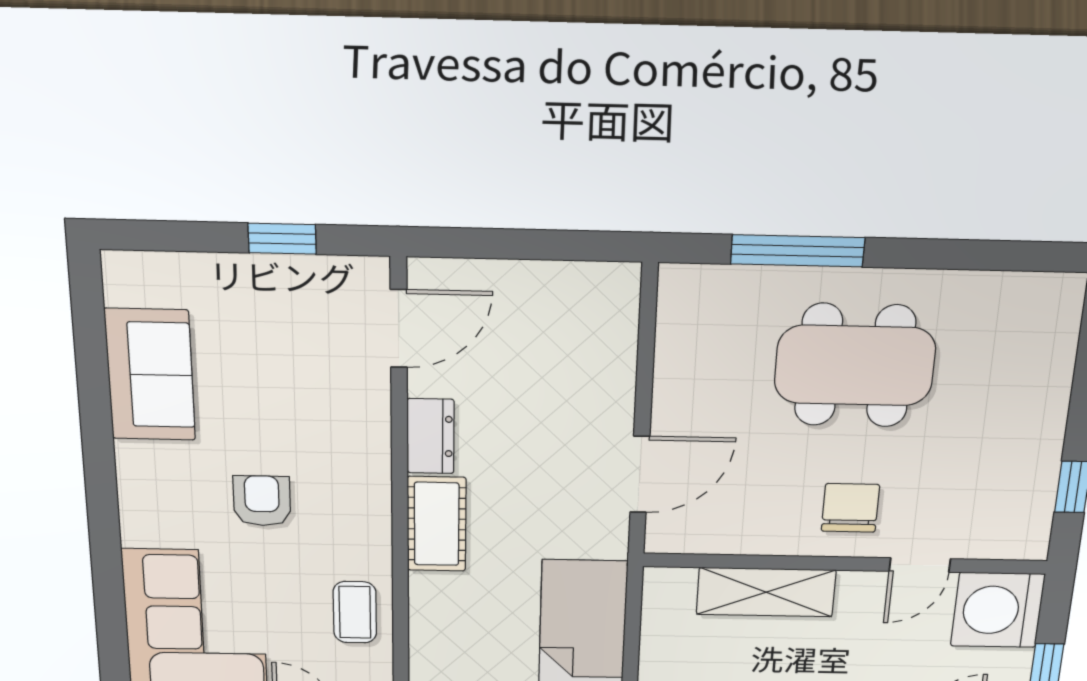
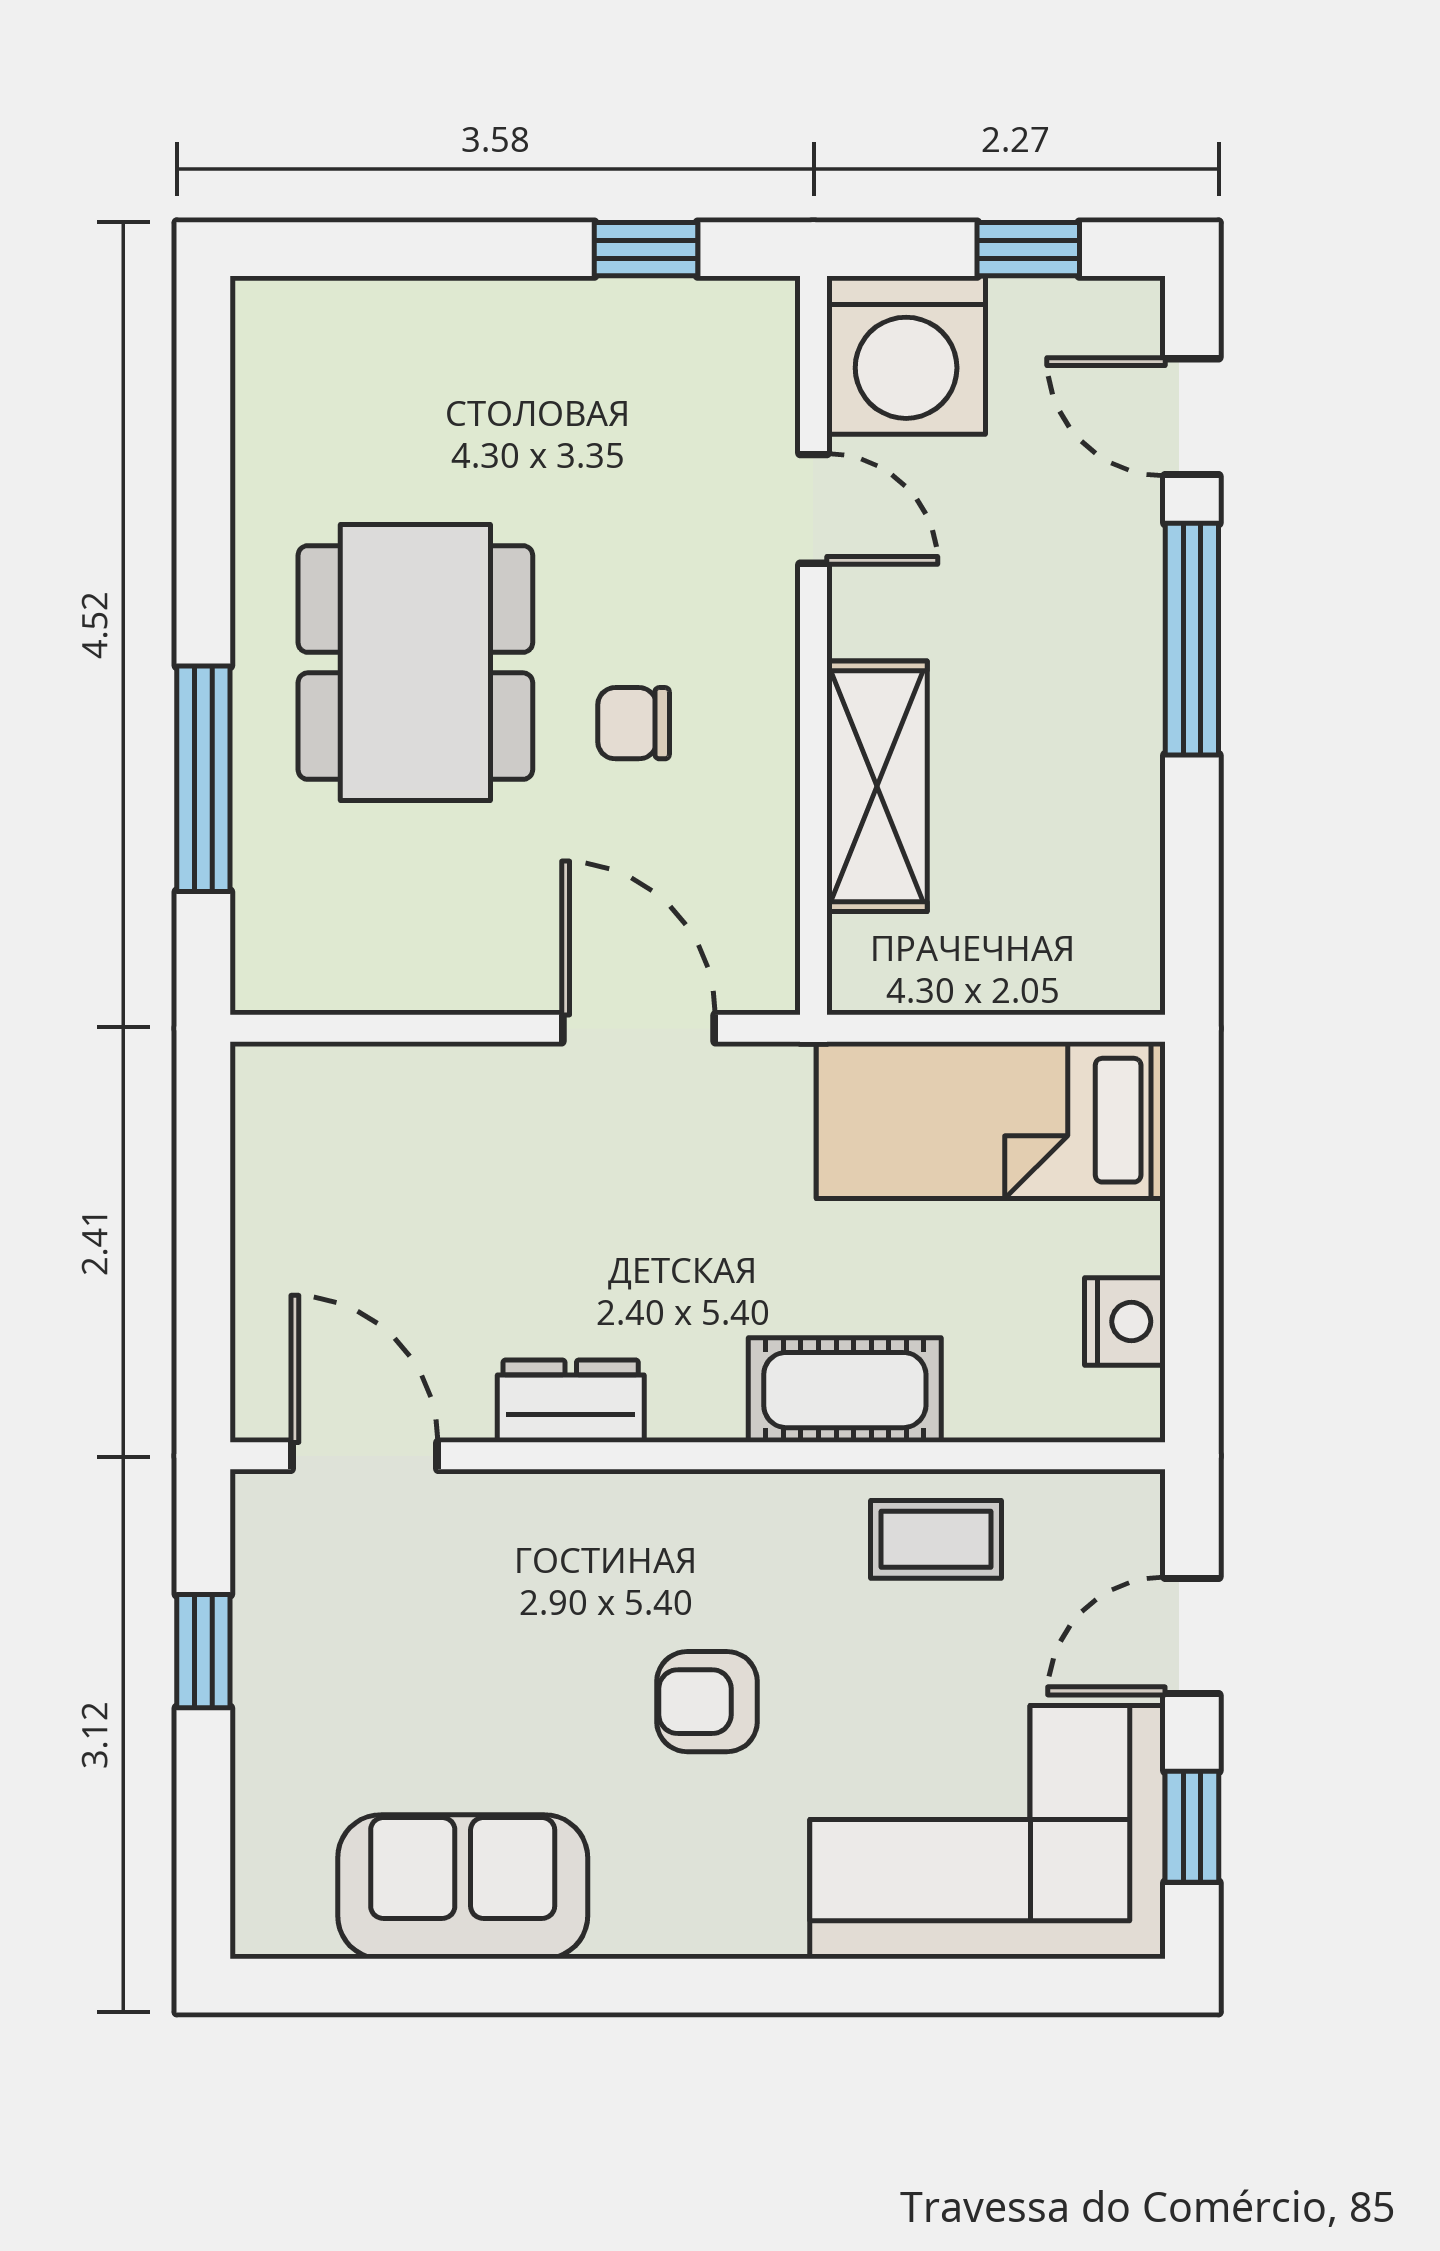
chair: (850, 508) -> (634, 723), moved, width x0.73, depth x0.73
cot: (437, 524) -> (845, 1390), moved

